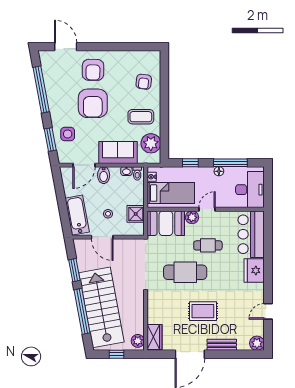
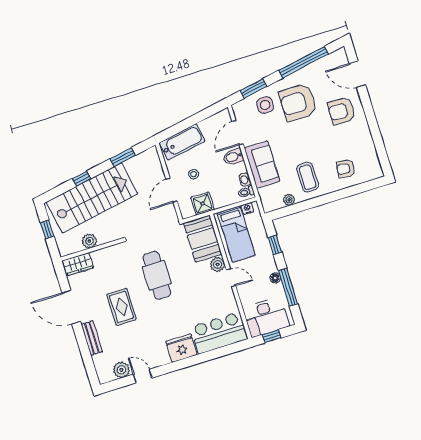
door: (66, 47) -> (357, 74), swing flipped
armchair: (93, 103) -> (298, 102), moved
plant: (151, 143) -> (289, 200), width x0.53, depth x0.53
door: (84, 165) -> (238, 133), hinge flipped
window: (268, 190) -> (272, 336), added
door: (102, 237) -> (172, 190), moved
cafe table: (208, 245) -> (193, 291), removed
window: (82, 311) -> (81, 179), width x0.32
plant: (138, 341) -> (89, 241), moved
plant: (257, 343) -> (121, 370), moved

